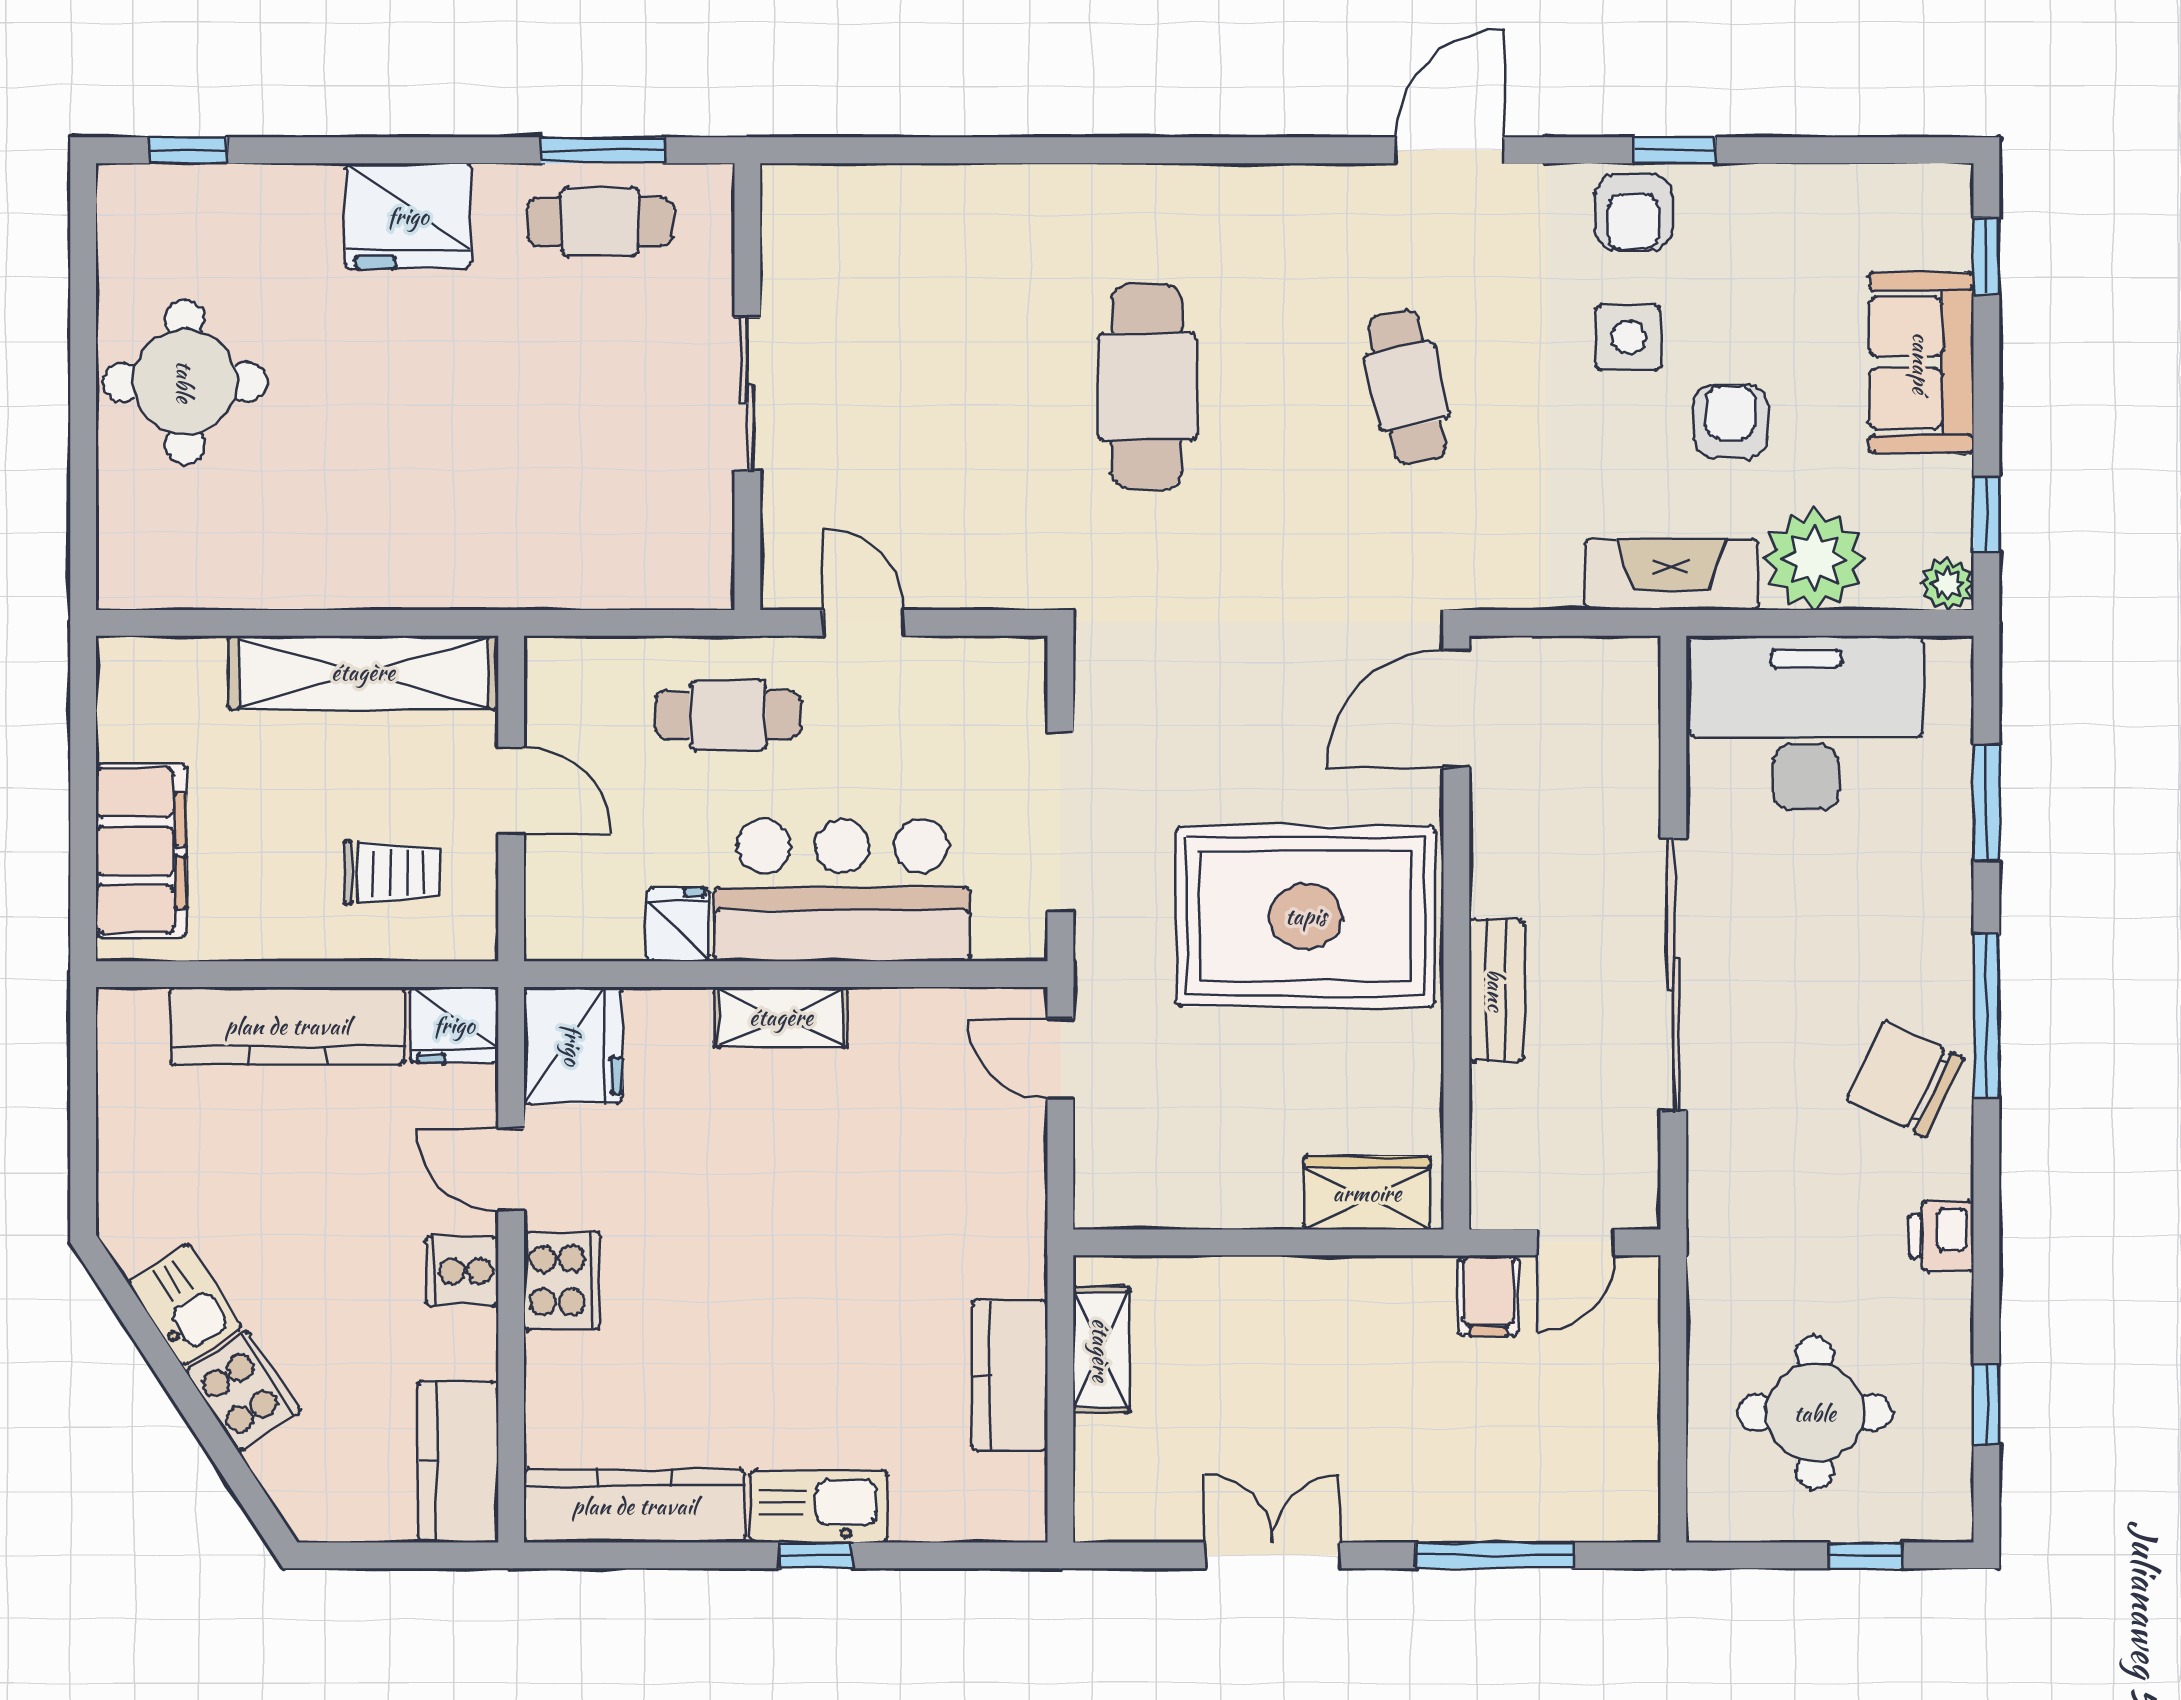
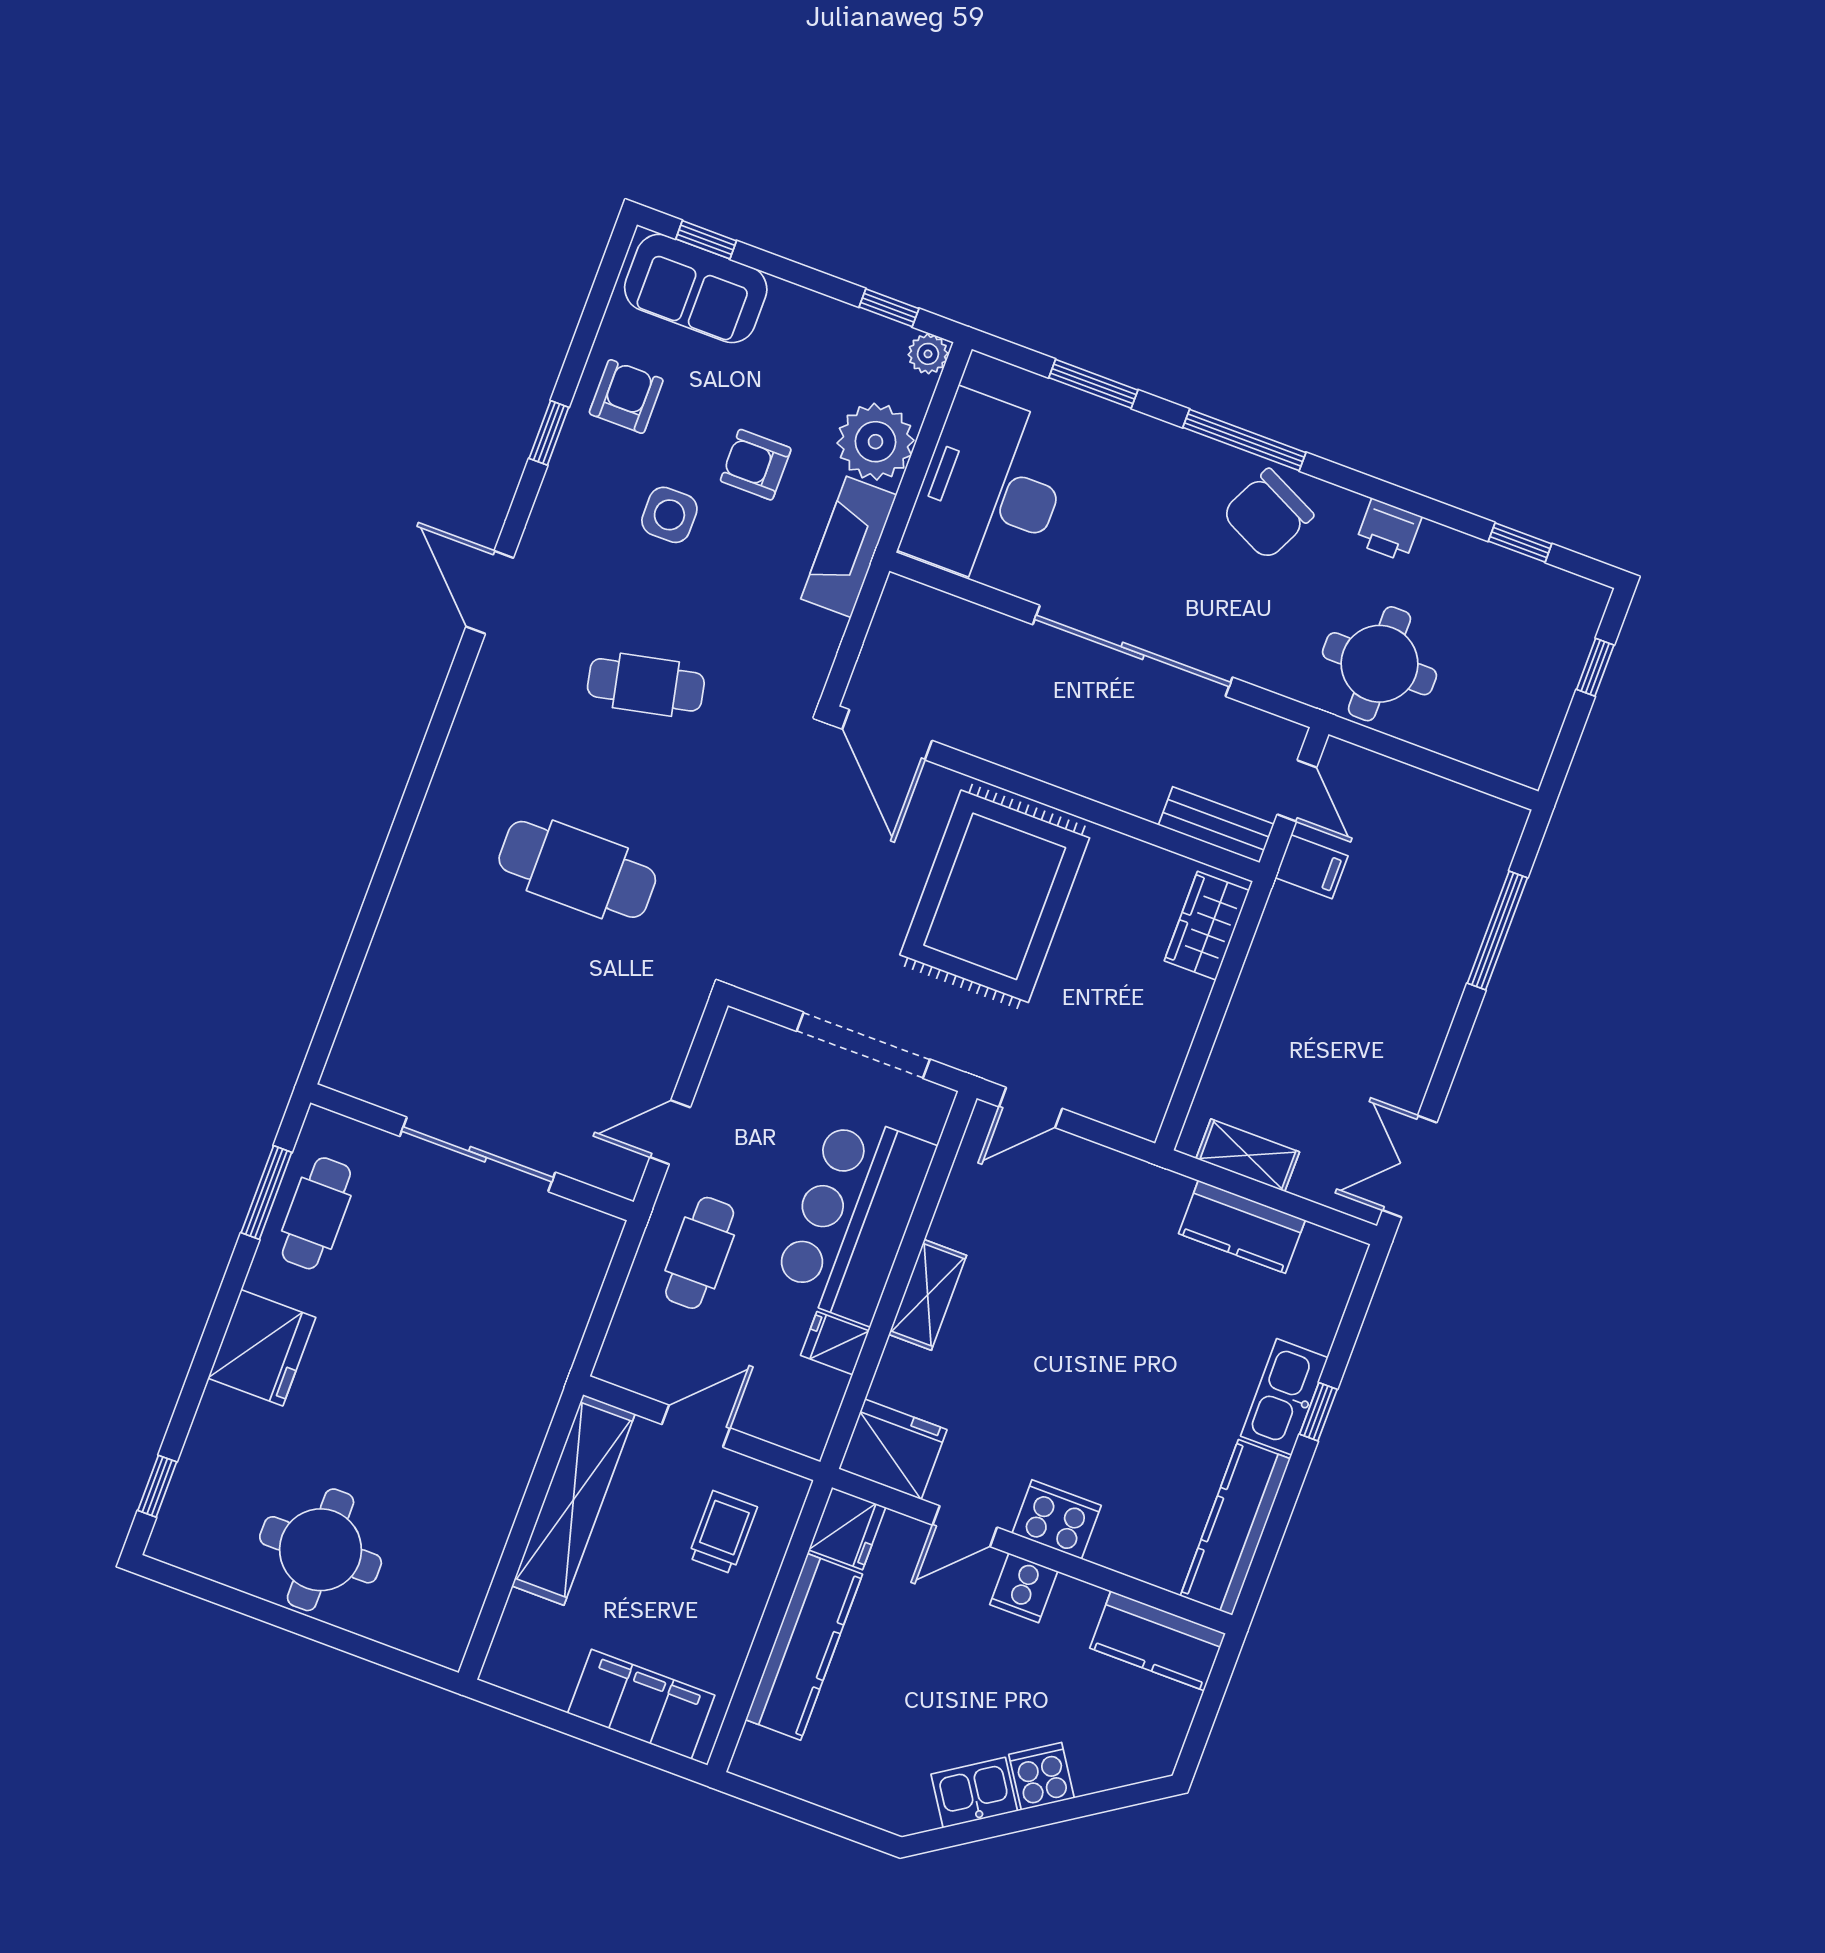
armchair: (1633, 212) -> (626, 397), moved, turned -90
sofa: (1921, 363) -> (696, 288), moved
sliding door: (747, 394) -> (478, 1154), width x1.37
bench: (1496, 990) -> (1216, 825), moved
cooker: (244, 1391) -> (1042, 1776), width x0.73
round table: (1815, 1413) -> (1379, 664), moved
double door: (1272, 1555) -> (1410, 1166), moved

